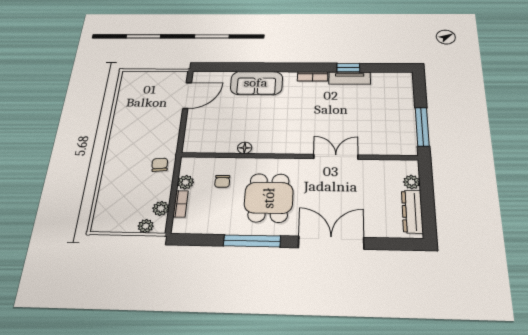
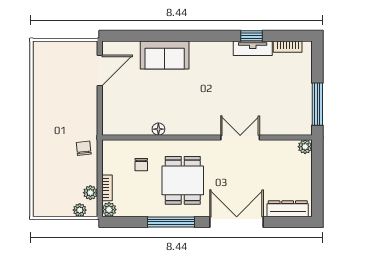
bookcase: (313, 76) -> (288, 47), moved
plant: (186, 182) -> (109, 210), moved
plant: (412, 182) -> (305, 147), moved
dresser: (412, 212) -> (288, 209), moved, turned 90

